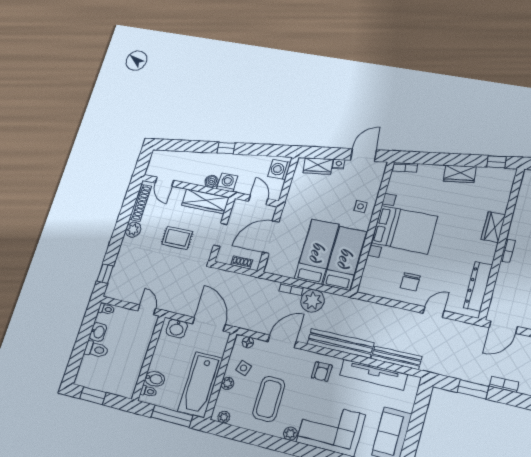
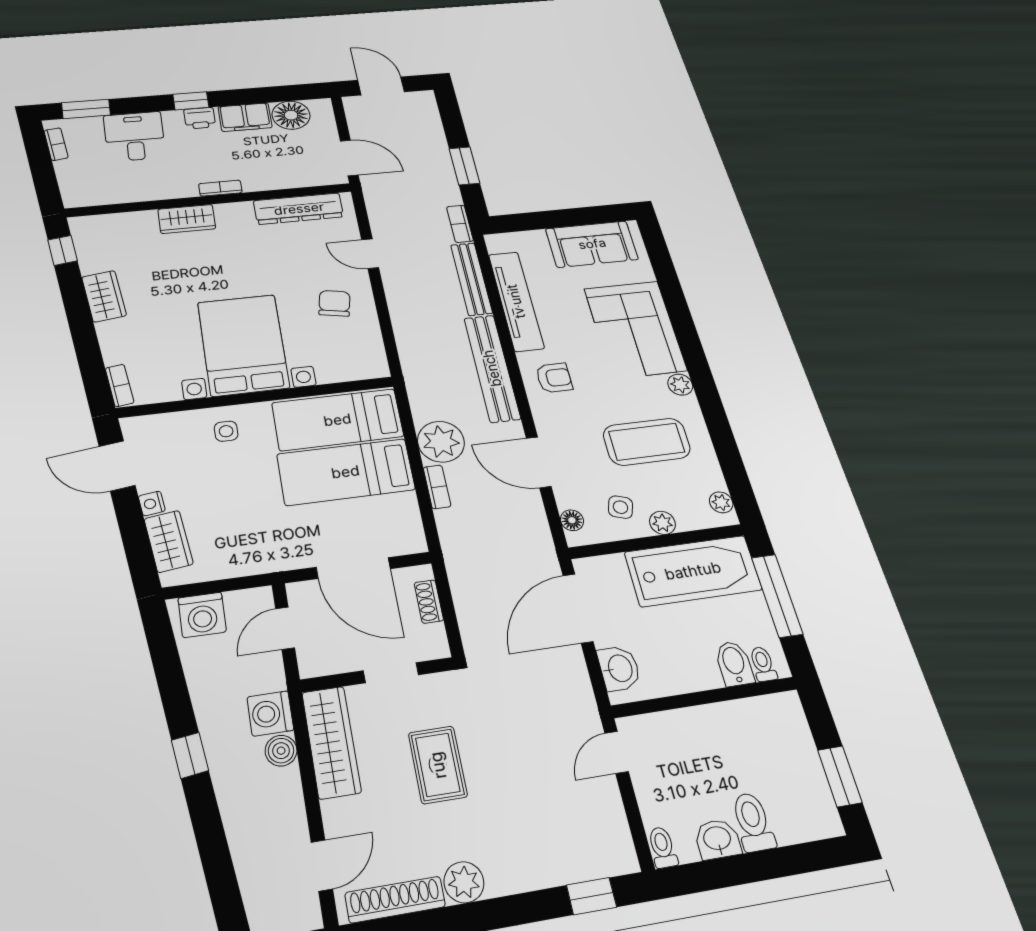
chair: (410, 282) -> (334, 303), turned -79
bookcase: (504, 384) -> (460, 224), moved

